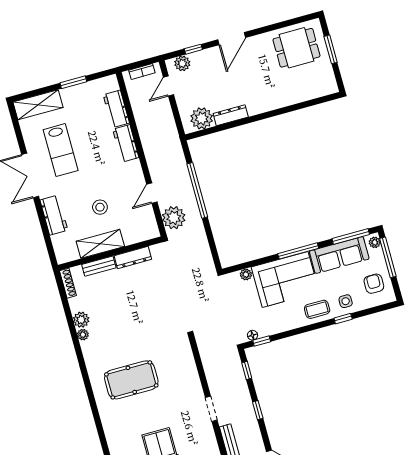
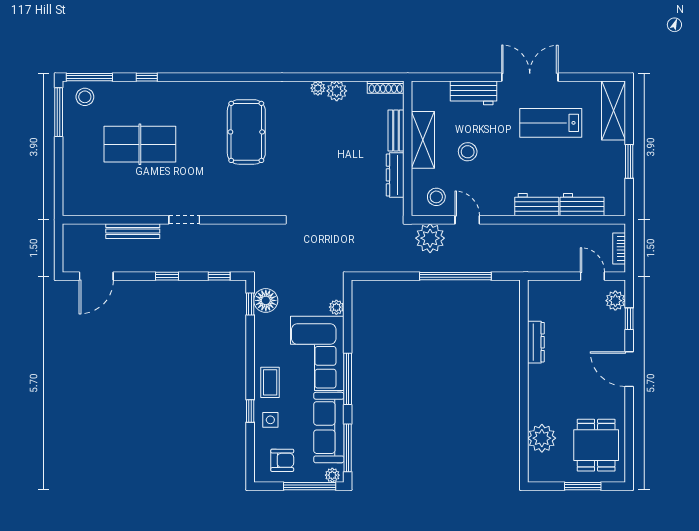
plant: (202, 118) -> (542, 438), moved
stool: (141, 222) -> (436, 197), added
floor lamp: (253, 335) -> (266, 300), width x1.89, depth x1.89

